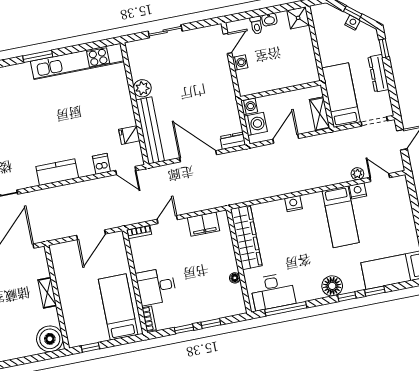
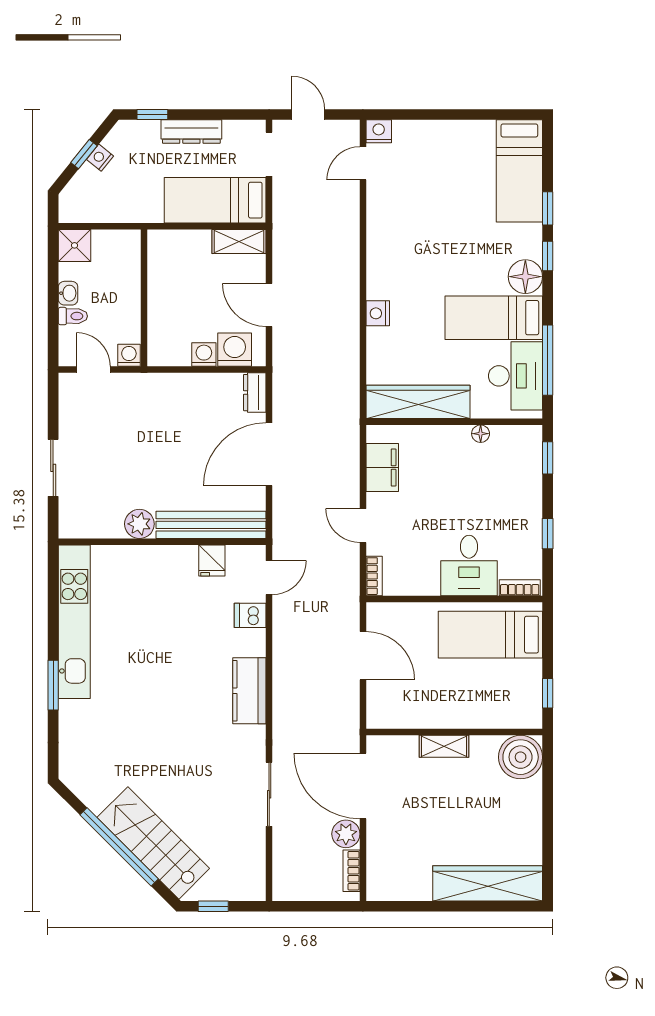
wall: (281, 91) -> (144, 298), moved
plant: (357, 174) -> (349, 199), removed
nightstand: (358, 191) -> (379, 131), moved, turned 90
bed: (341, 217) -> (494, 318), moved, turned 180
window: (211, 323) -> (548, 458), moved

